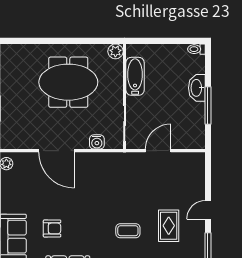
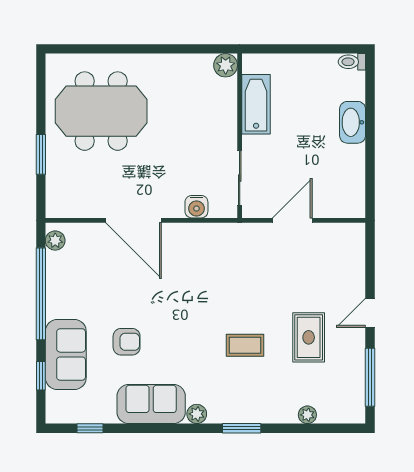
meeting table: (68, 82) -> (101, 111), moved
window: (208, 106) -> (370, 150), removed

